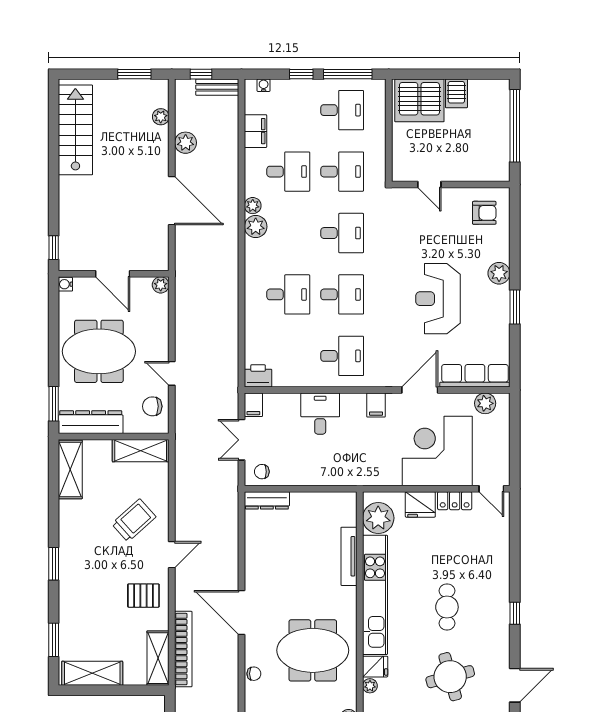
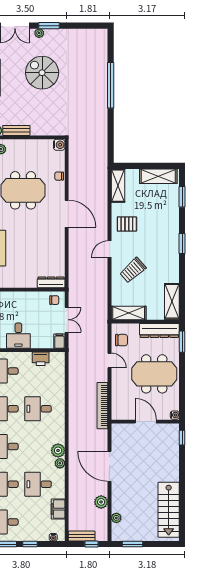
plant: (161, 285) -> (116, 415), removed
printer: (258, 376) -> (41, 359), moved
bookcase: (183, 649) -> (102, 406), moved

